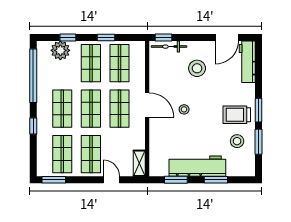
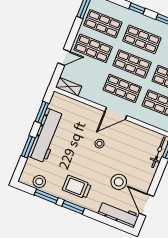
stool: (197, 68) -> (119, 182), moved
trolley: (237, 115) -> (77, 187), turned -90
stool: (237, 141) -> (39, 181), moved

